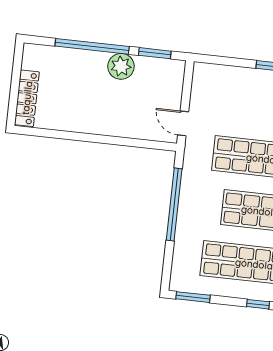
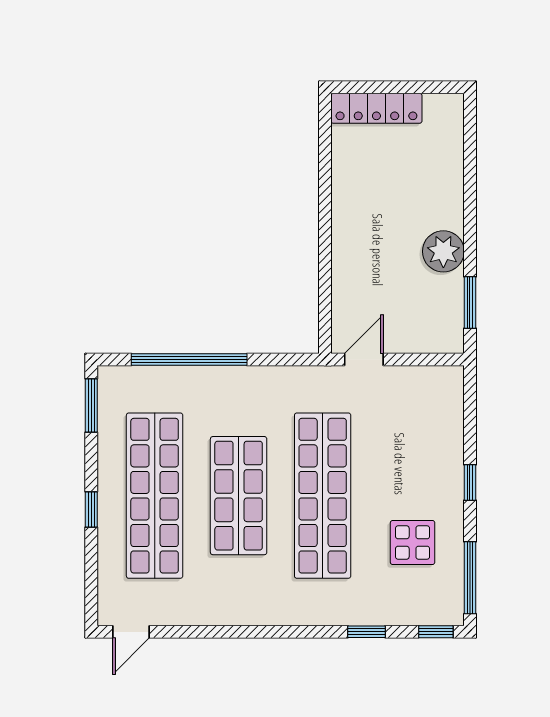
window: (92, 46) -> (470, 202), removed
window: (174, 204) -> (189, 360), moved

